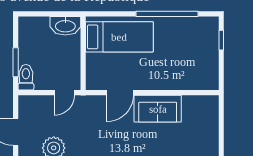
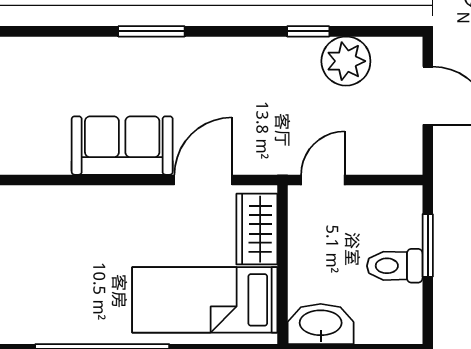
wardrobe: (95, 70) -> (257, 229), added
toilet: (26, 77) -> (395, 266), moved, turned 90

